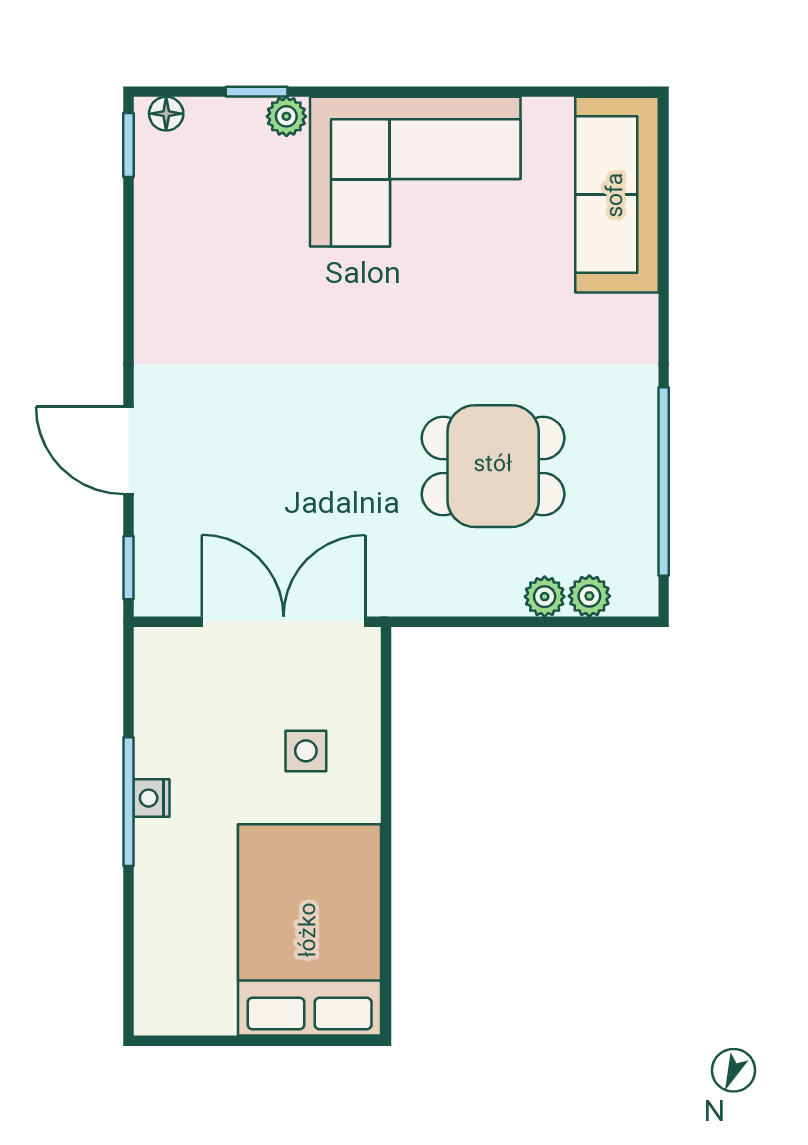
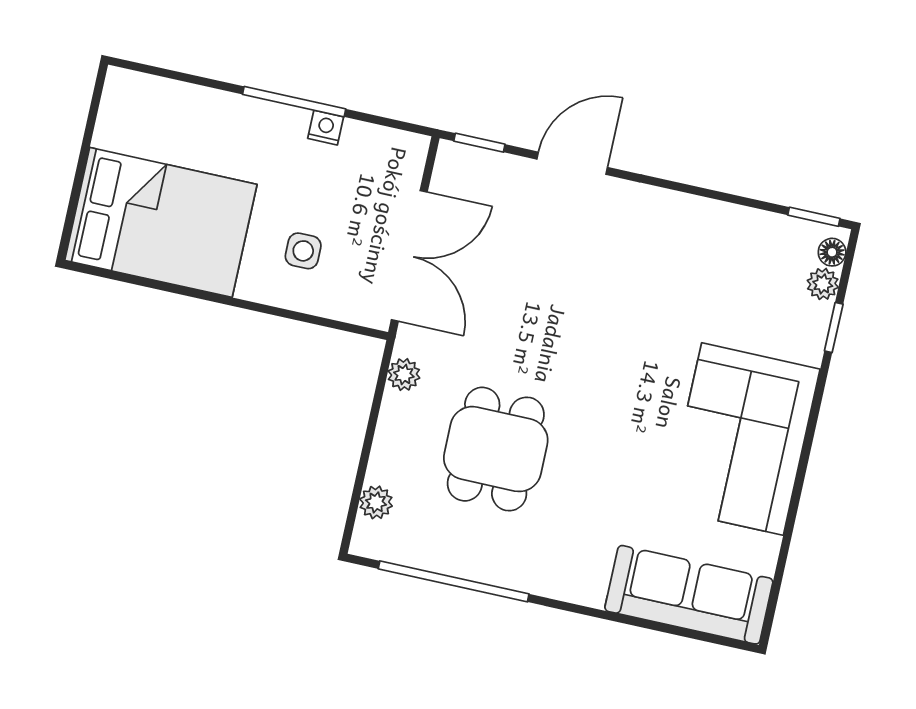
plant: (286, 116) -> (823, 284), moved
plant: (545, 597) -> (404, 375), moved
nightstand: (151, 798) -> (326, 128), moved

